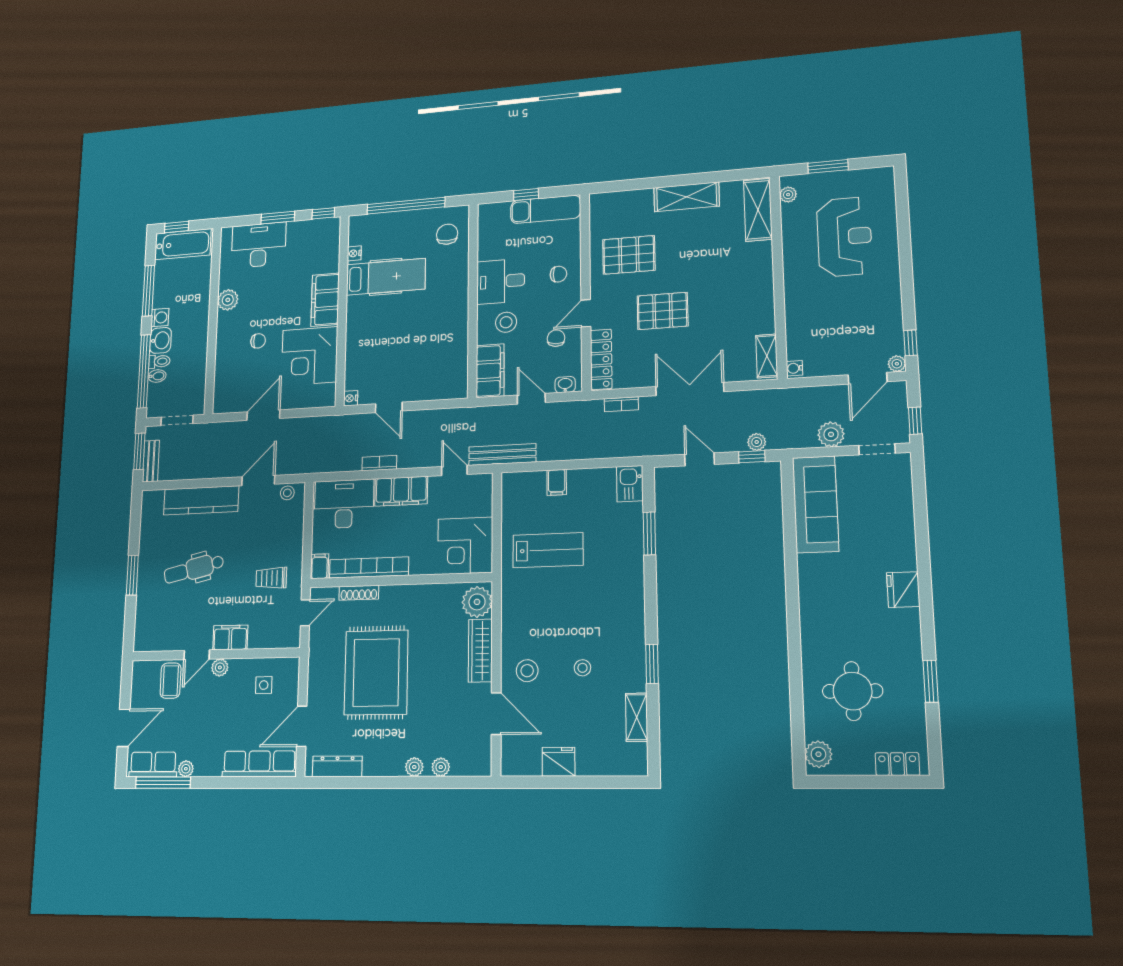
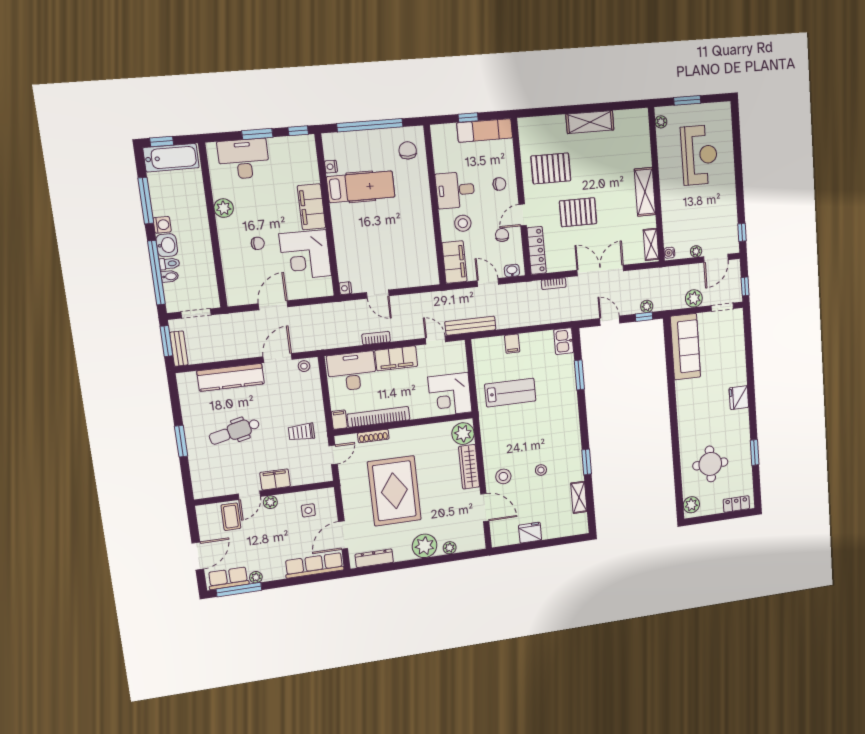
shelving: (758, 210) -> (645, 192), moved
plant: (897, 364) -> (696, 251), moved
plant: (414, 767) -> (425, 546), width x1.88, depth x1.88

